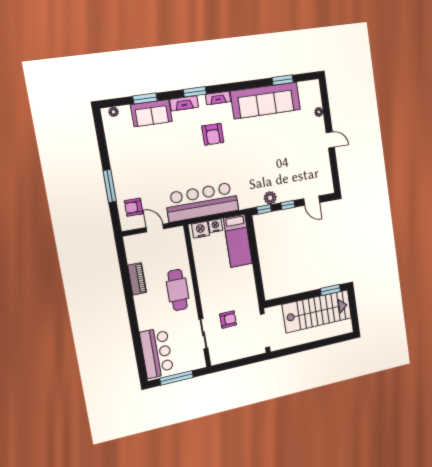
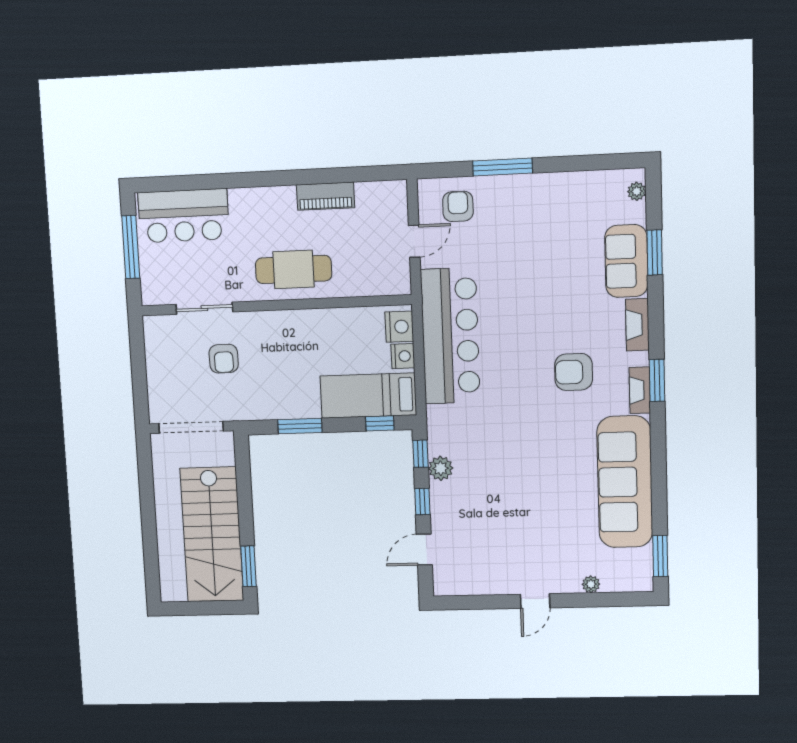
window: (283, 80) -> (660, 556), moved
window: (195, 92) -> (657, 380), moved
window: (251, 233) -> (380, 423), added
window: (258, 274) -> (300, 426), added

